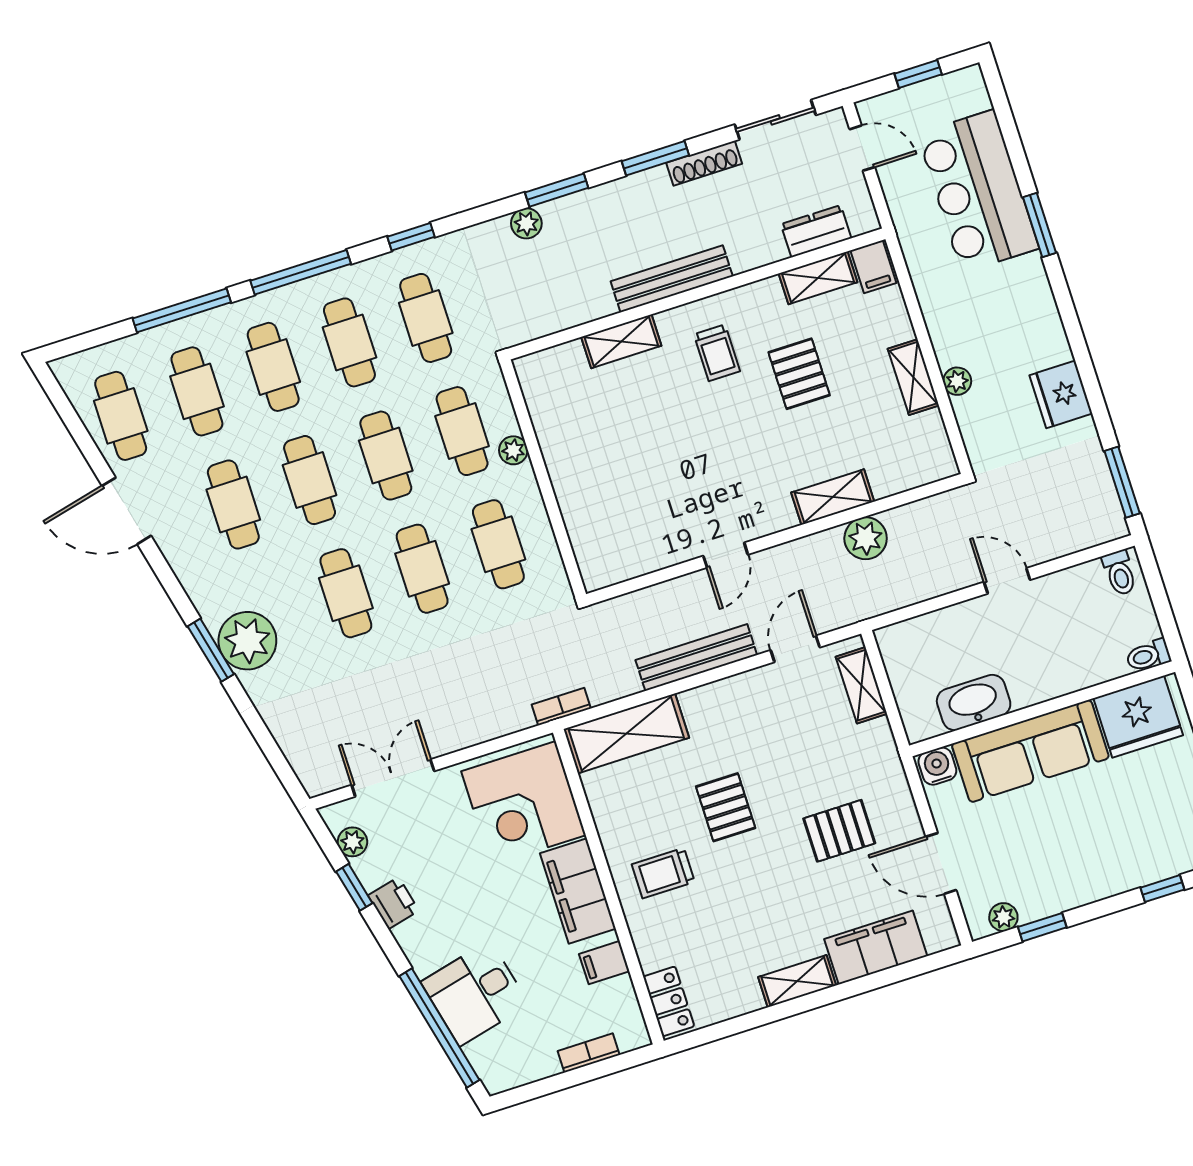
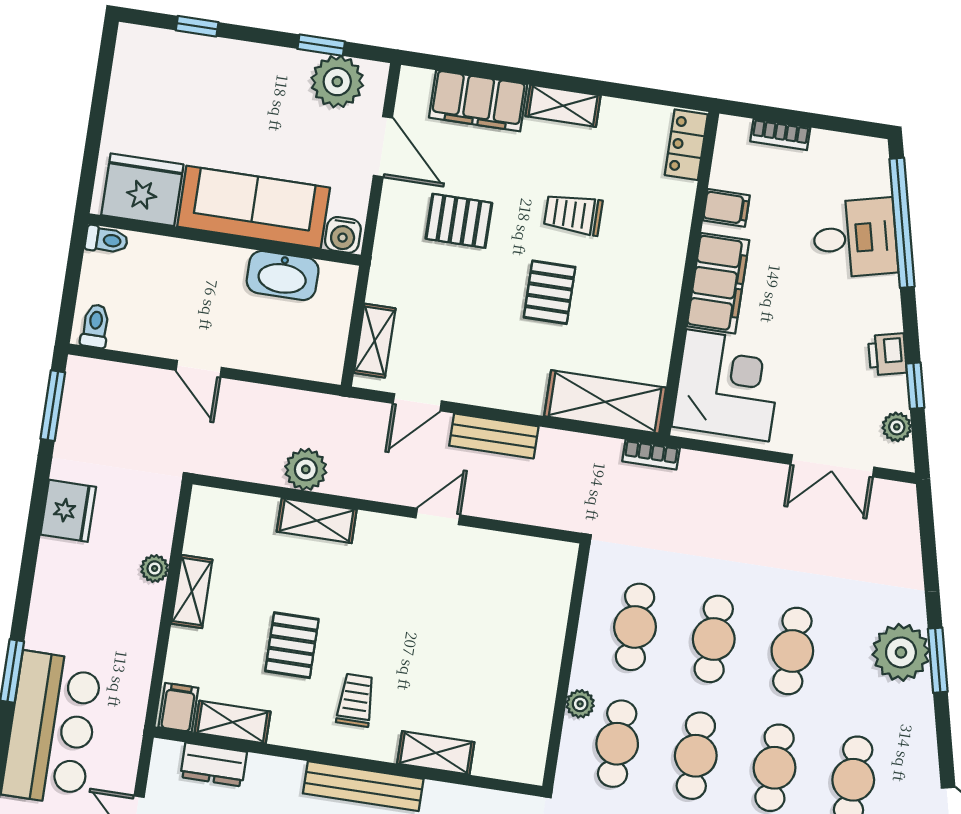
bench: (696, 658) -> (494, 436), width x0.73
trolley: (663, 873) -> (573, 214), moved, turned 180
plant: (1003, 917) -> (337, 82), width x1.88, depth x1.88

